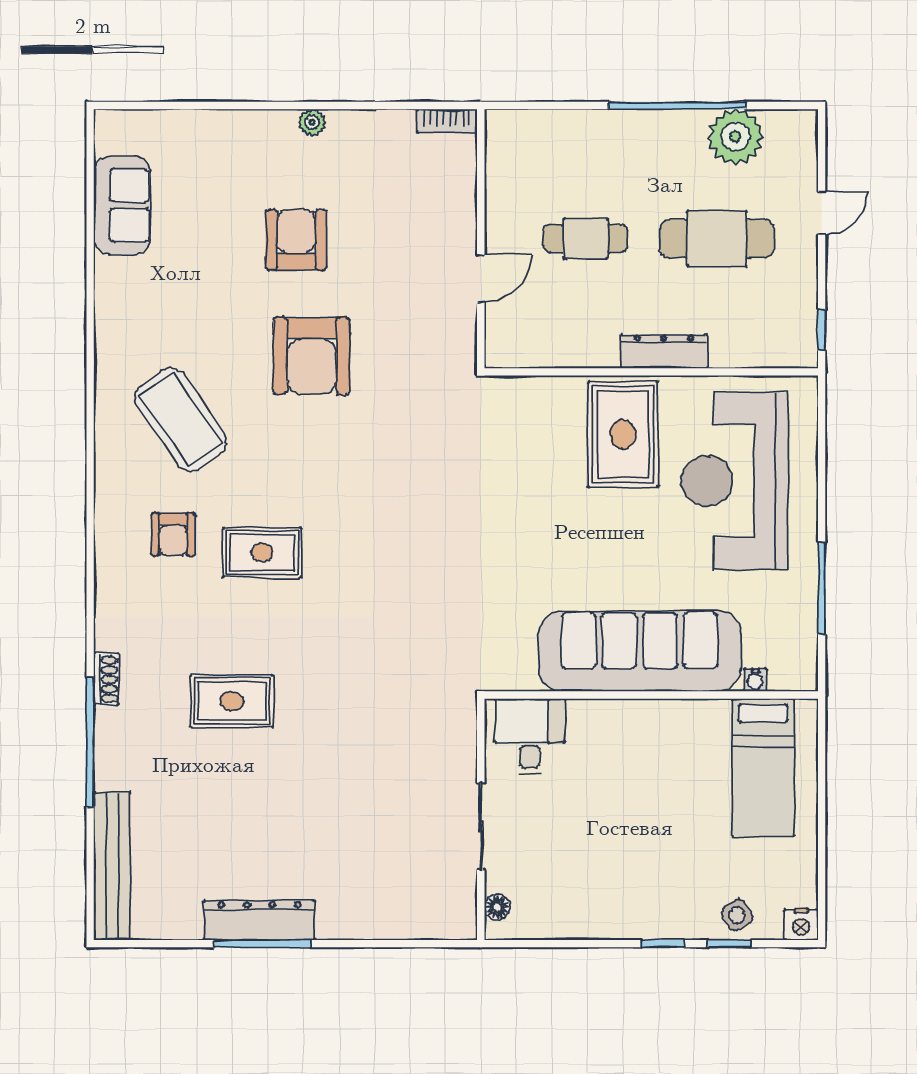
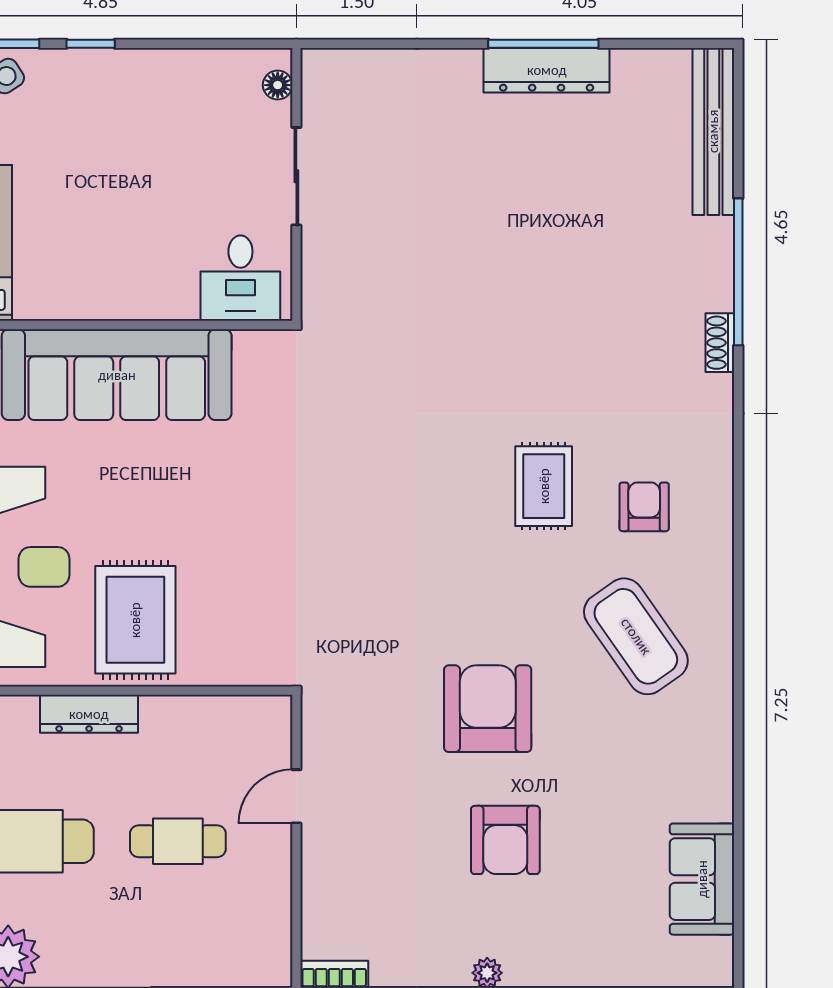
rug: (262, 553) -> (544, 486), turned 90
rug: (232, 701) -> (578, 318), removed

